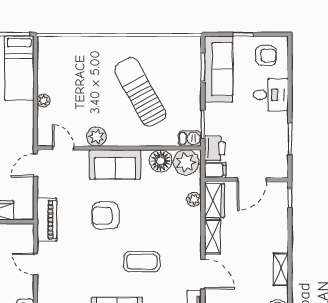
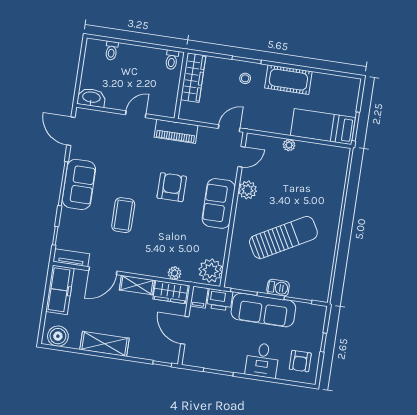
sofa: (219, 69) -> (263, 310), moved
barbecue: (190, 138) -> (278, 288), moved, turned -90
floor lamp: (161, 161) -> (216, 247), removed
door: (35, 165) -> (229, 128), hinge flipped
shelving: (281, 269) -> (104, 344), width x1.50, depth x1.33

